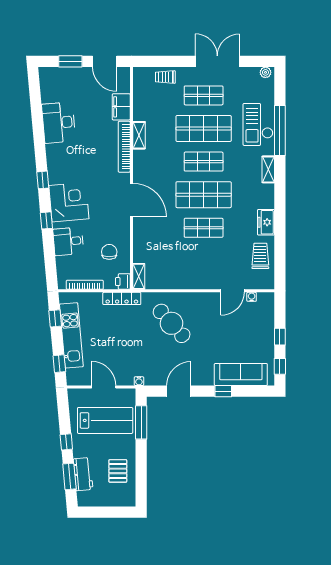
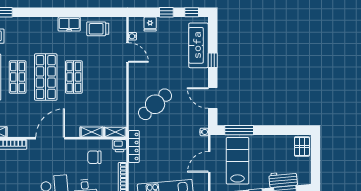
shelving: (268, 169) -> (92, 132), moved
fridge: (266, 318) -> (150, 24), added
pallet: (118, 471) -> (302, 146), moved, turned 90

